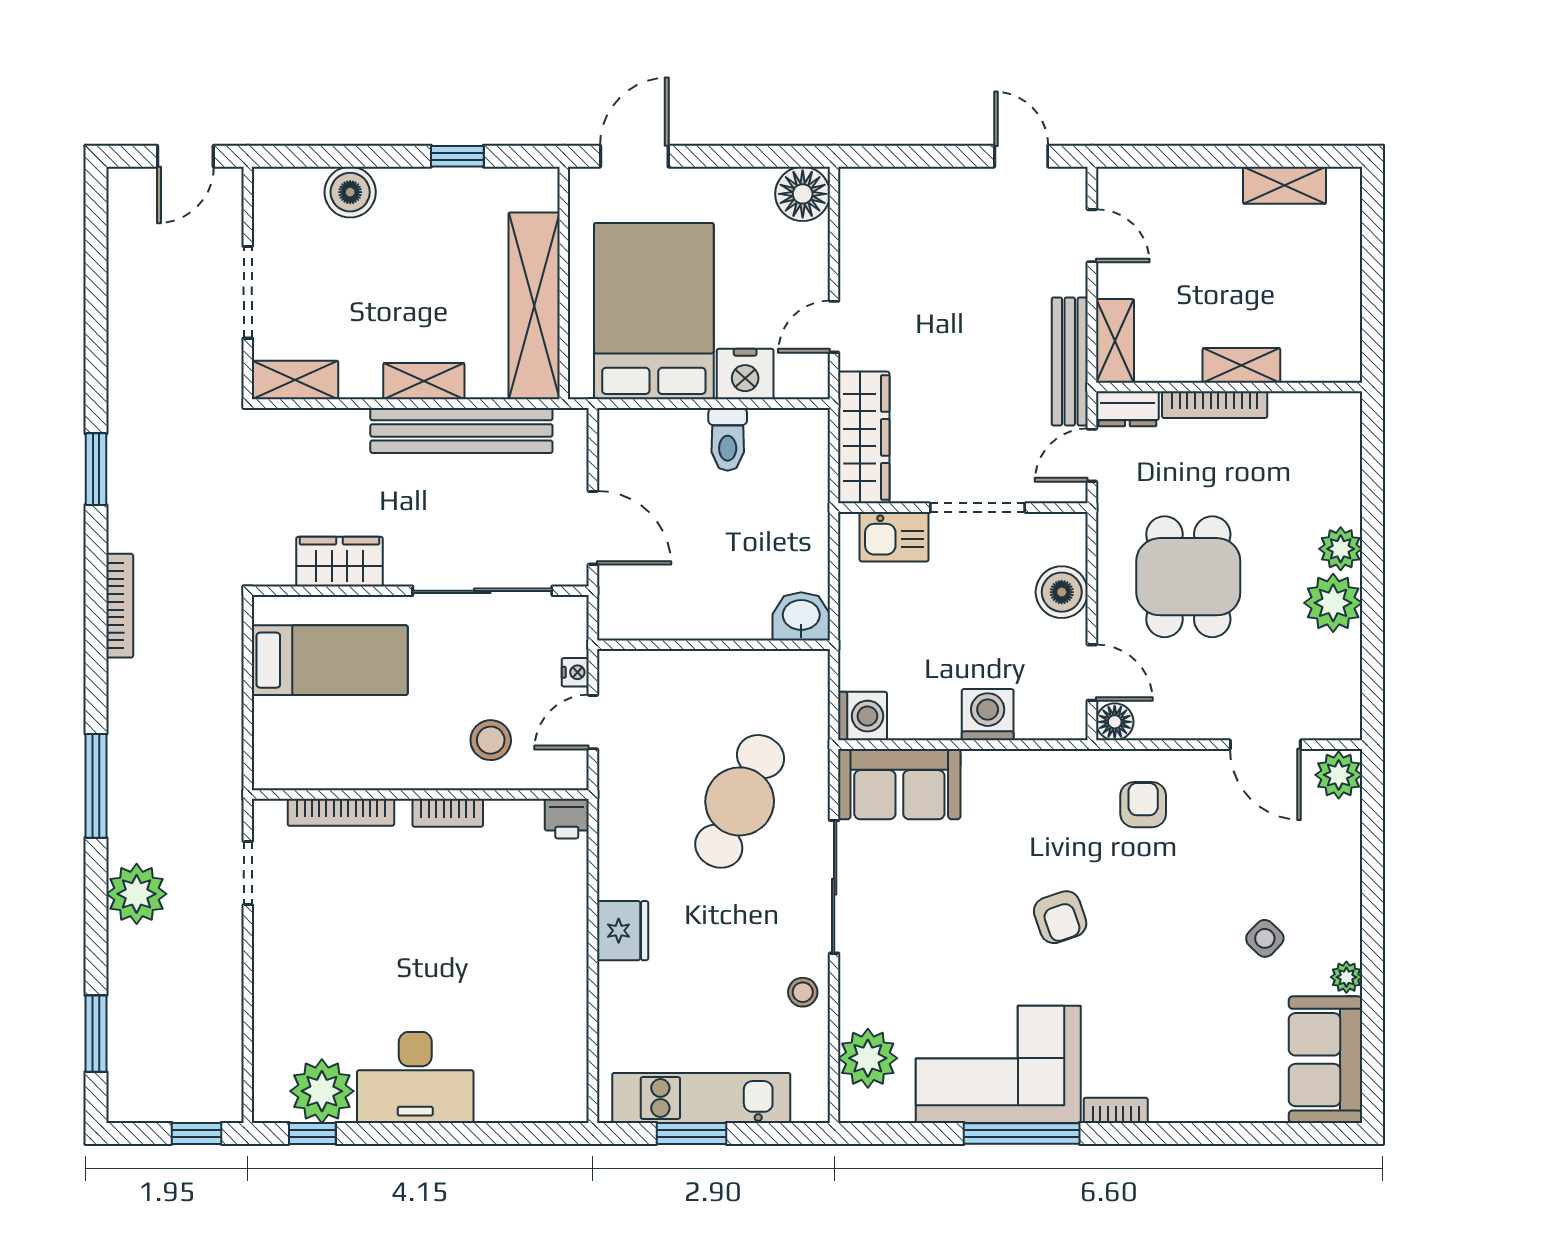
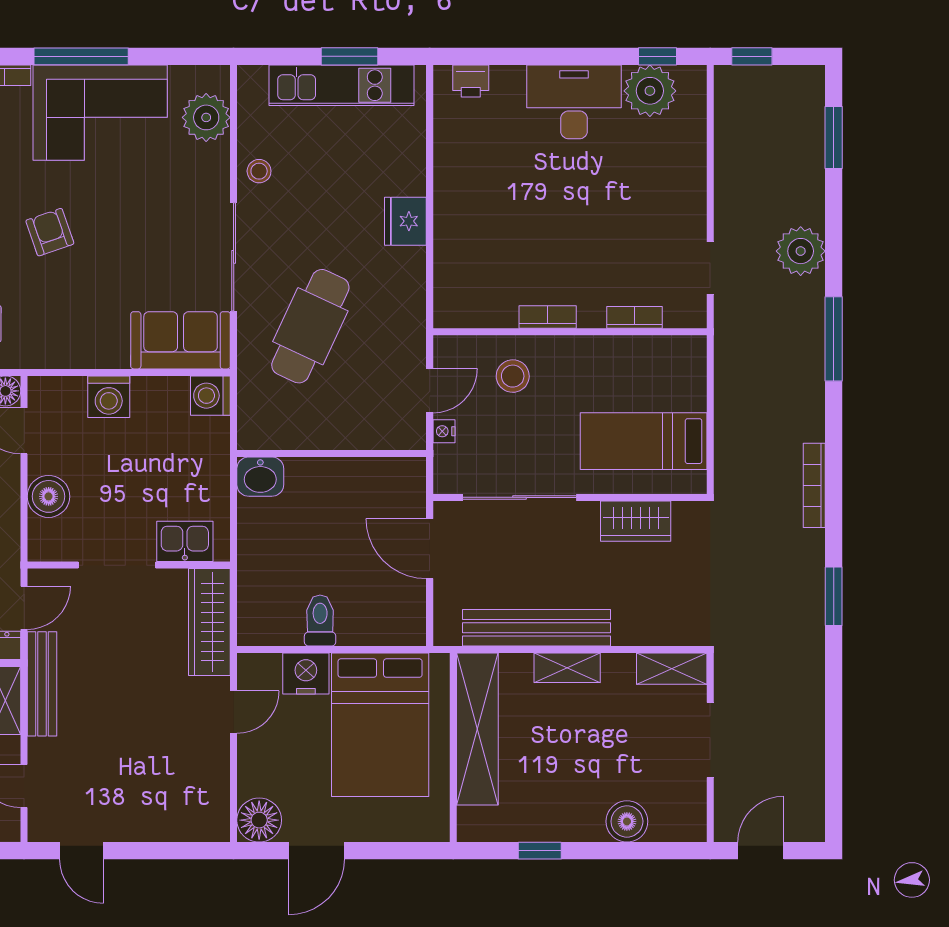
door: (634, 156) -> (317, 851), moved
bookcase: (341, 812) -> (634, 317), width x0.64
printer: (567, 819) -> (471, 81), moved, turned 180

